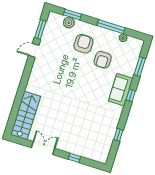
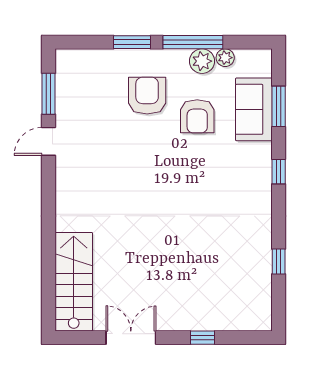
window: (72, 15) -> (132, 42), moved
plant: (69, 23) -> (202, 61), moved
sofa: (121, 90) -> (254, 109), moved

